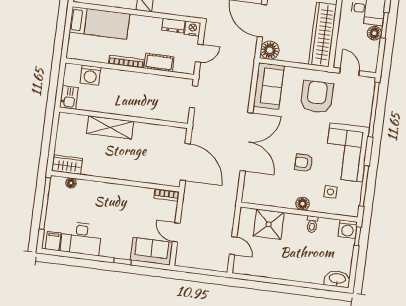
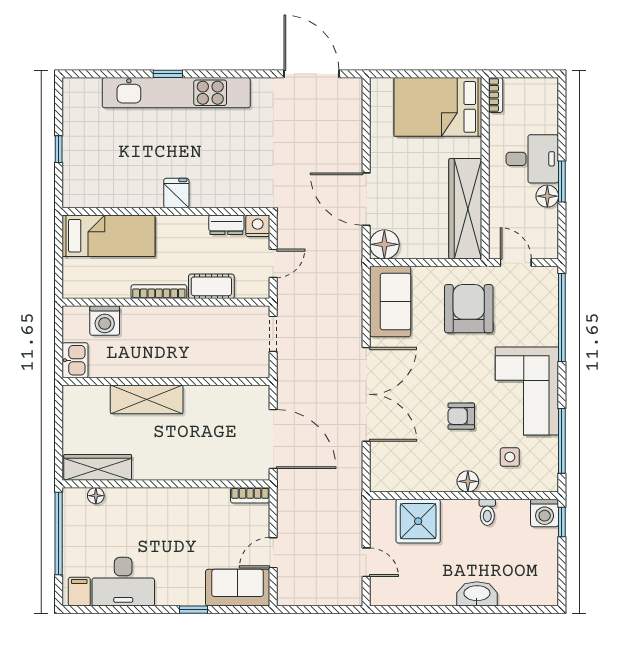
wardrobe: (67, 165) -> (98, 467), width x1.50
door: (176, 232) -> (273, 553), hinge flipped
washbasin: (337, 279) -> (477, 594), moved

